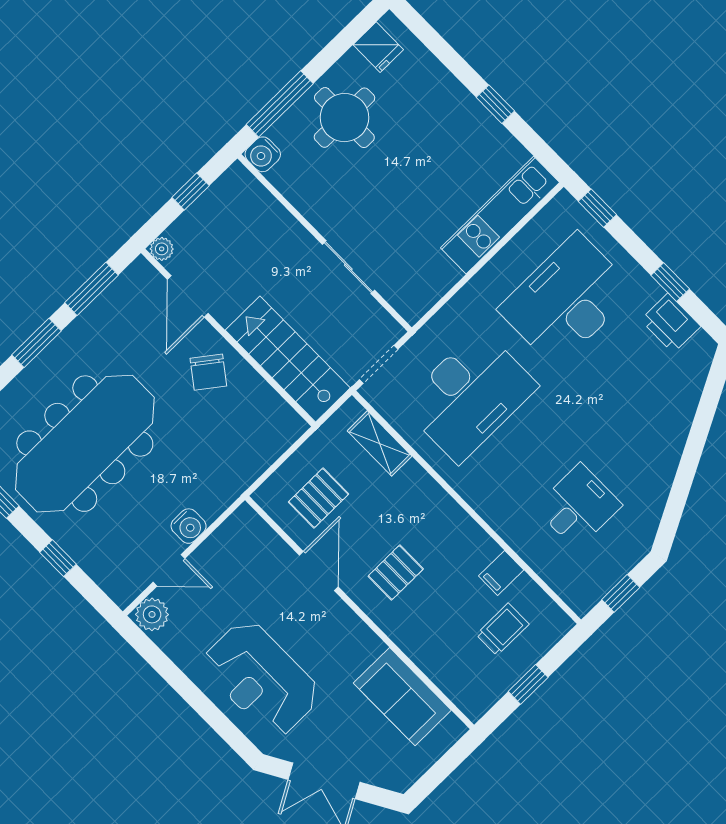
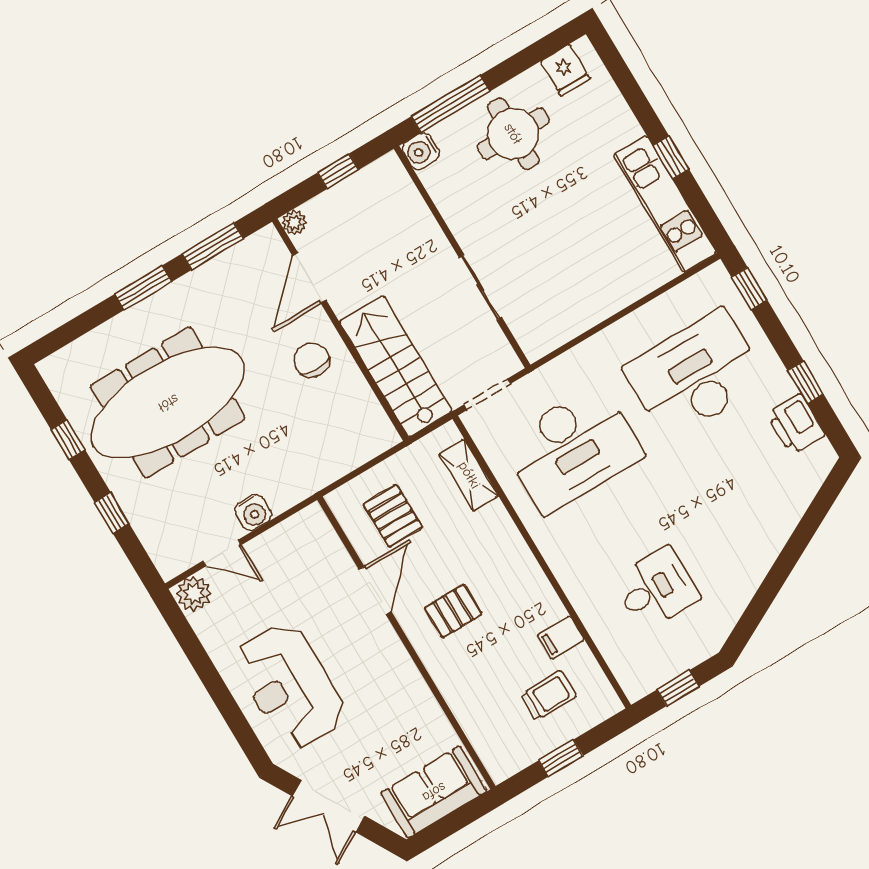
kitchen unit: (500, 215) -> (665, 204), moved, turned -90
chair: (208, 372) -> (311, 360), turned 143
pallet: (318, 498) -> (393, 516), turned 90
sofa: (402, 697) -> (434, 792), moved, turned 90

